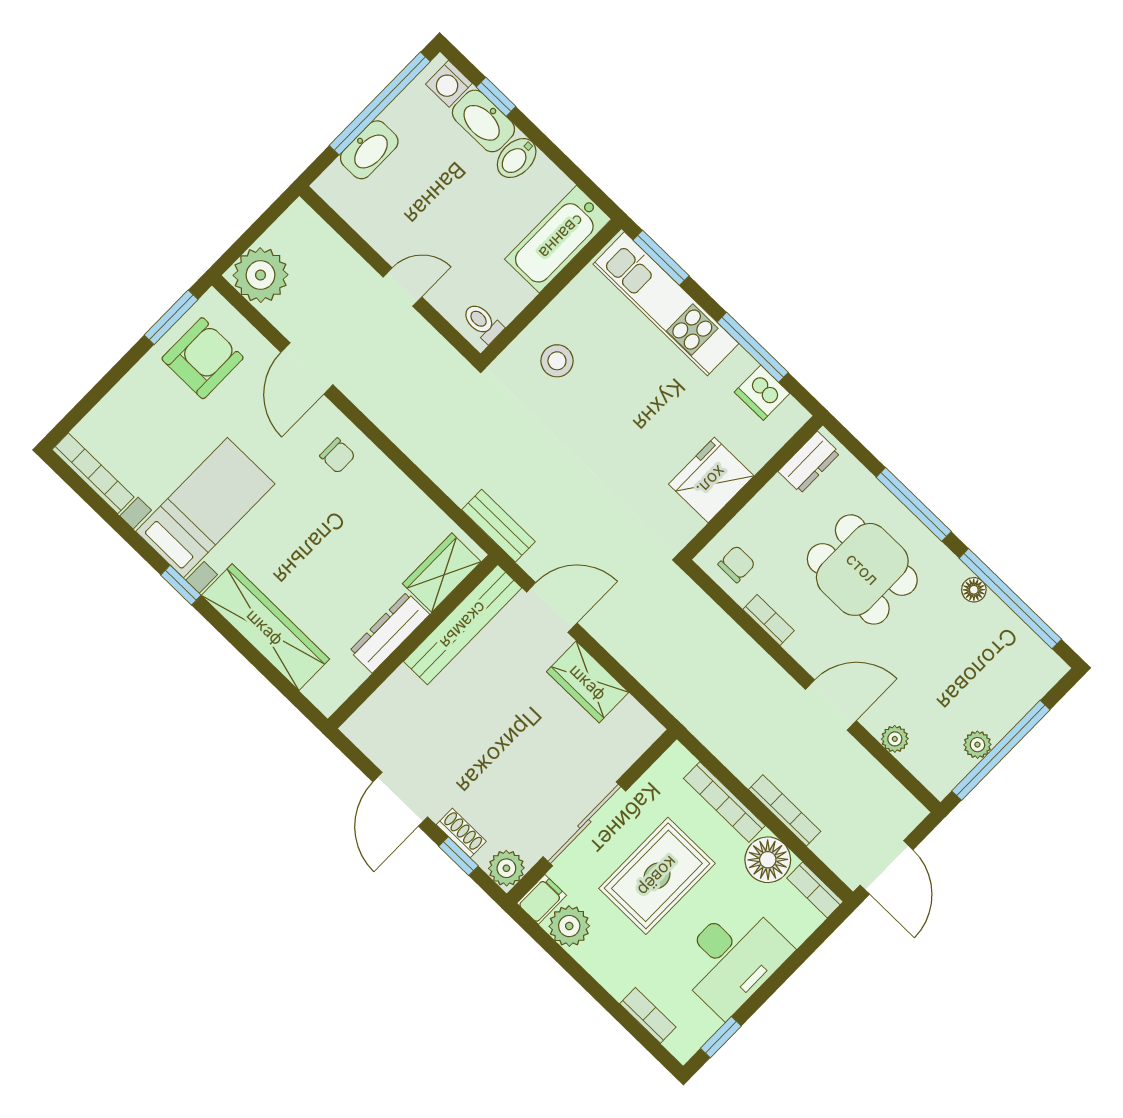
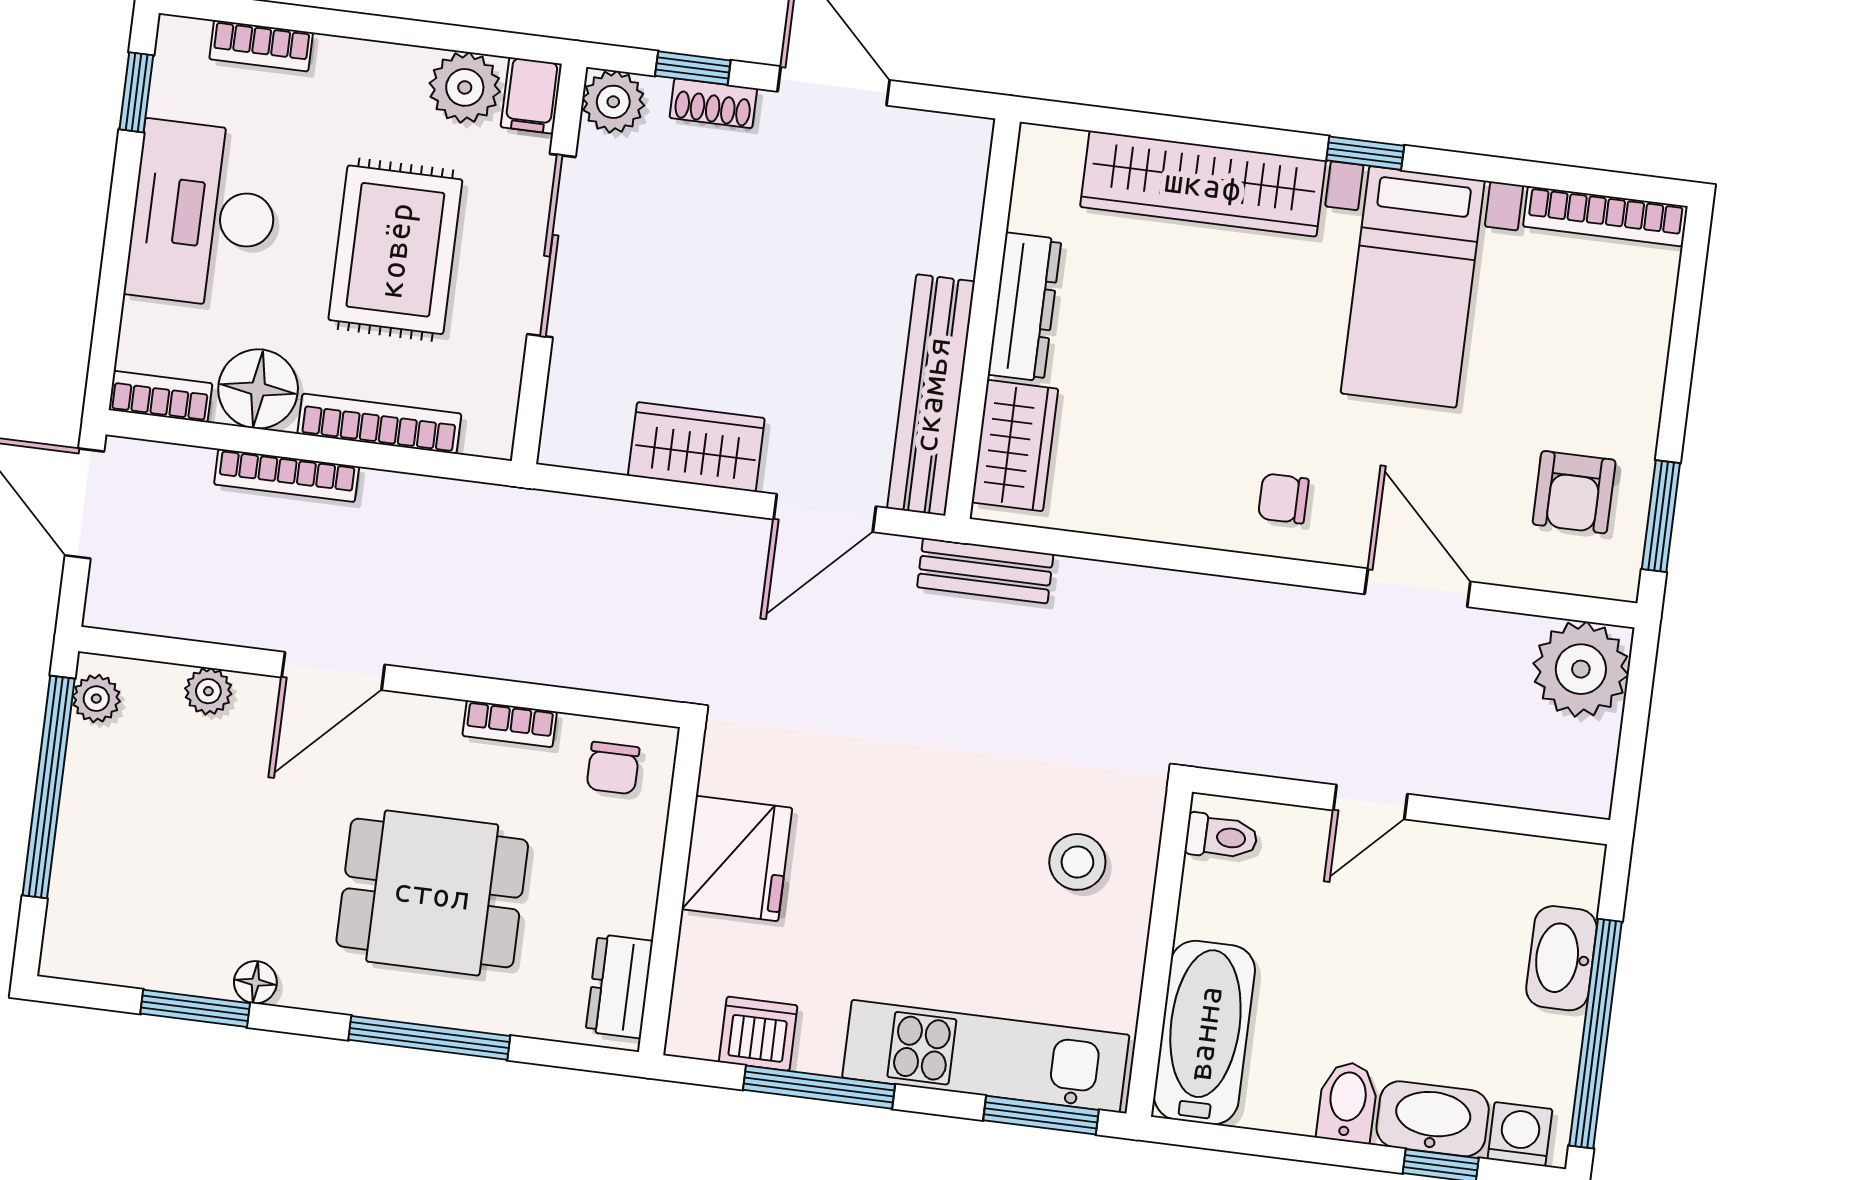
armchair: (203, 358) -> (1574, 492), width x0.72, depth x0.72
window: (1010, 599) -> (195, 1008), width x0.47
plant: (977, 745) -> (96, 699), moved

